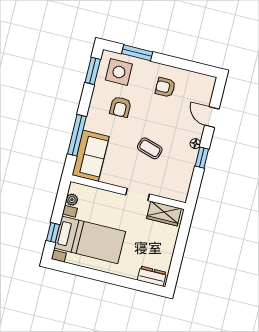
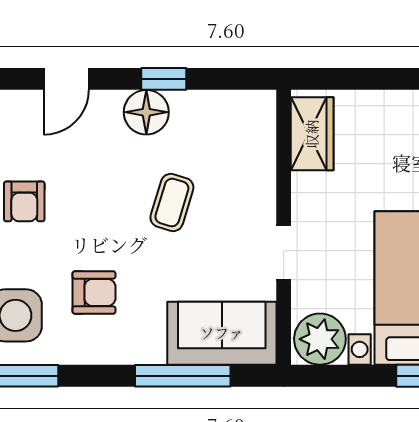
floor lamp: (195, 144) -> (146, 112), width x1.89, depth x1.89
doorway: (138, 194) -> (284, 252), moved
plant: (72, 200) -> (320, 339), width x1.88, depth x1.88

